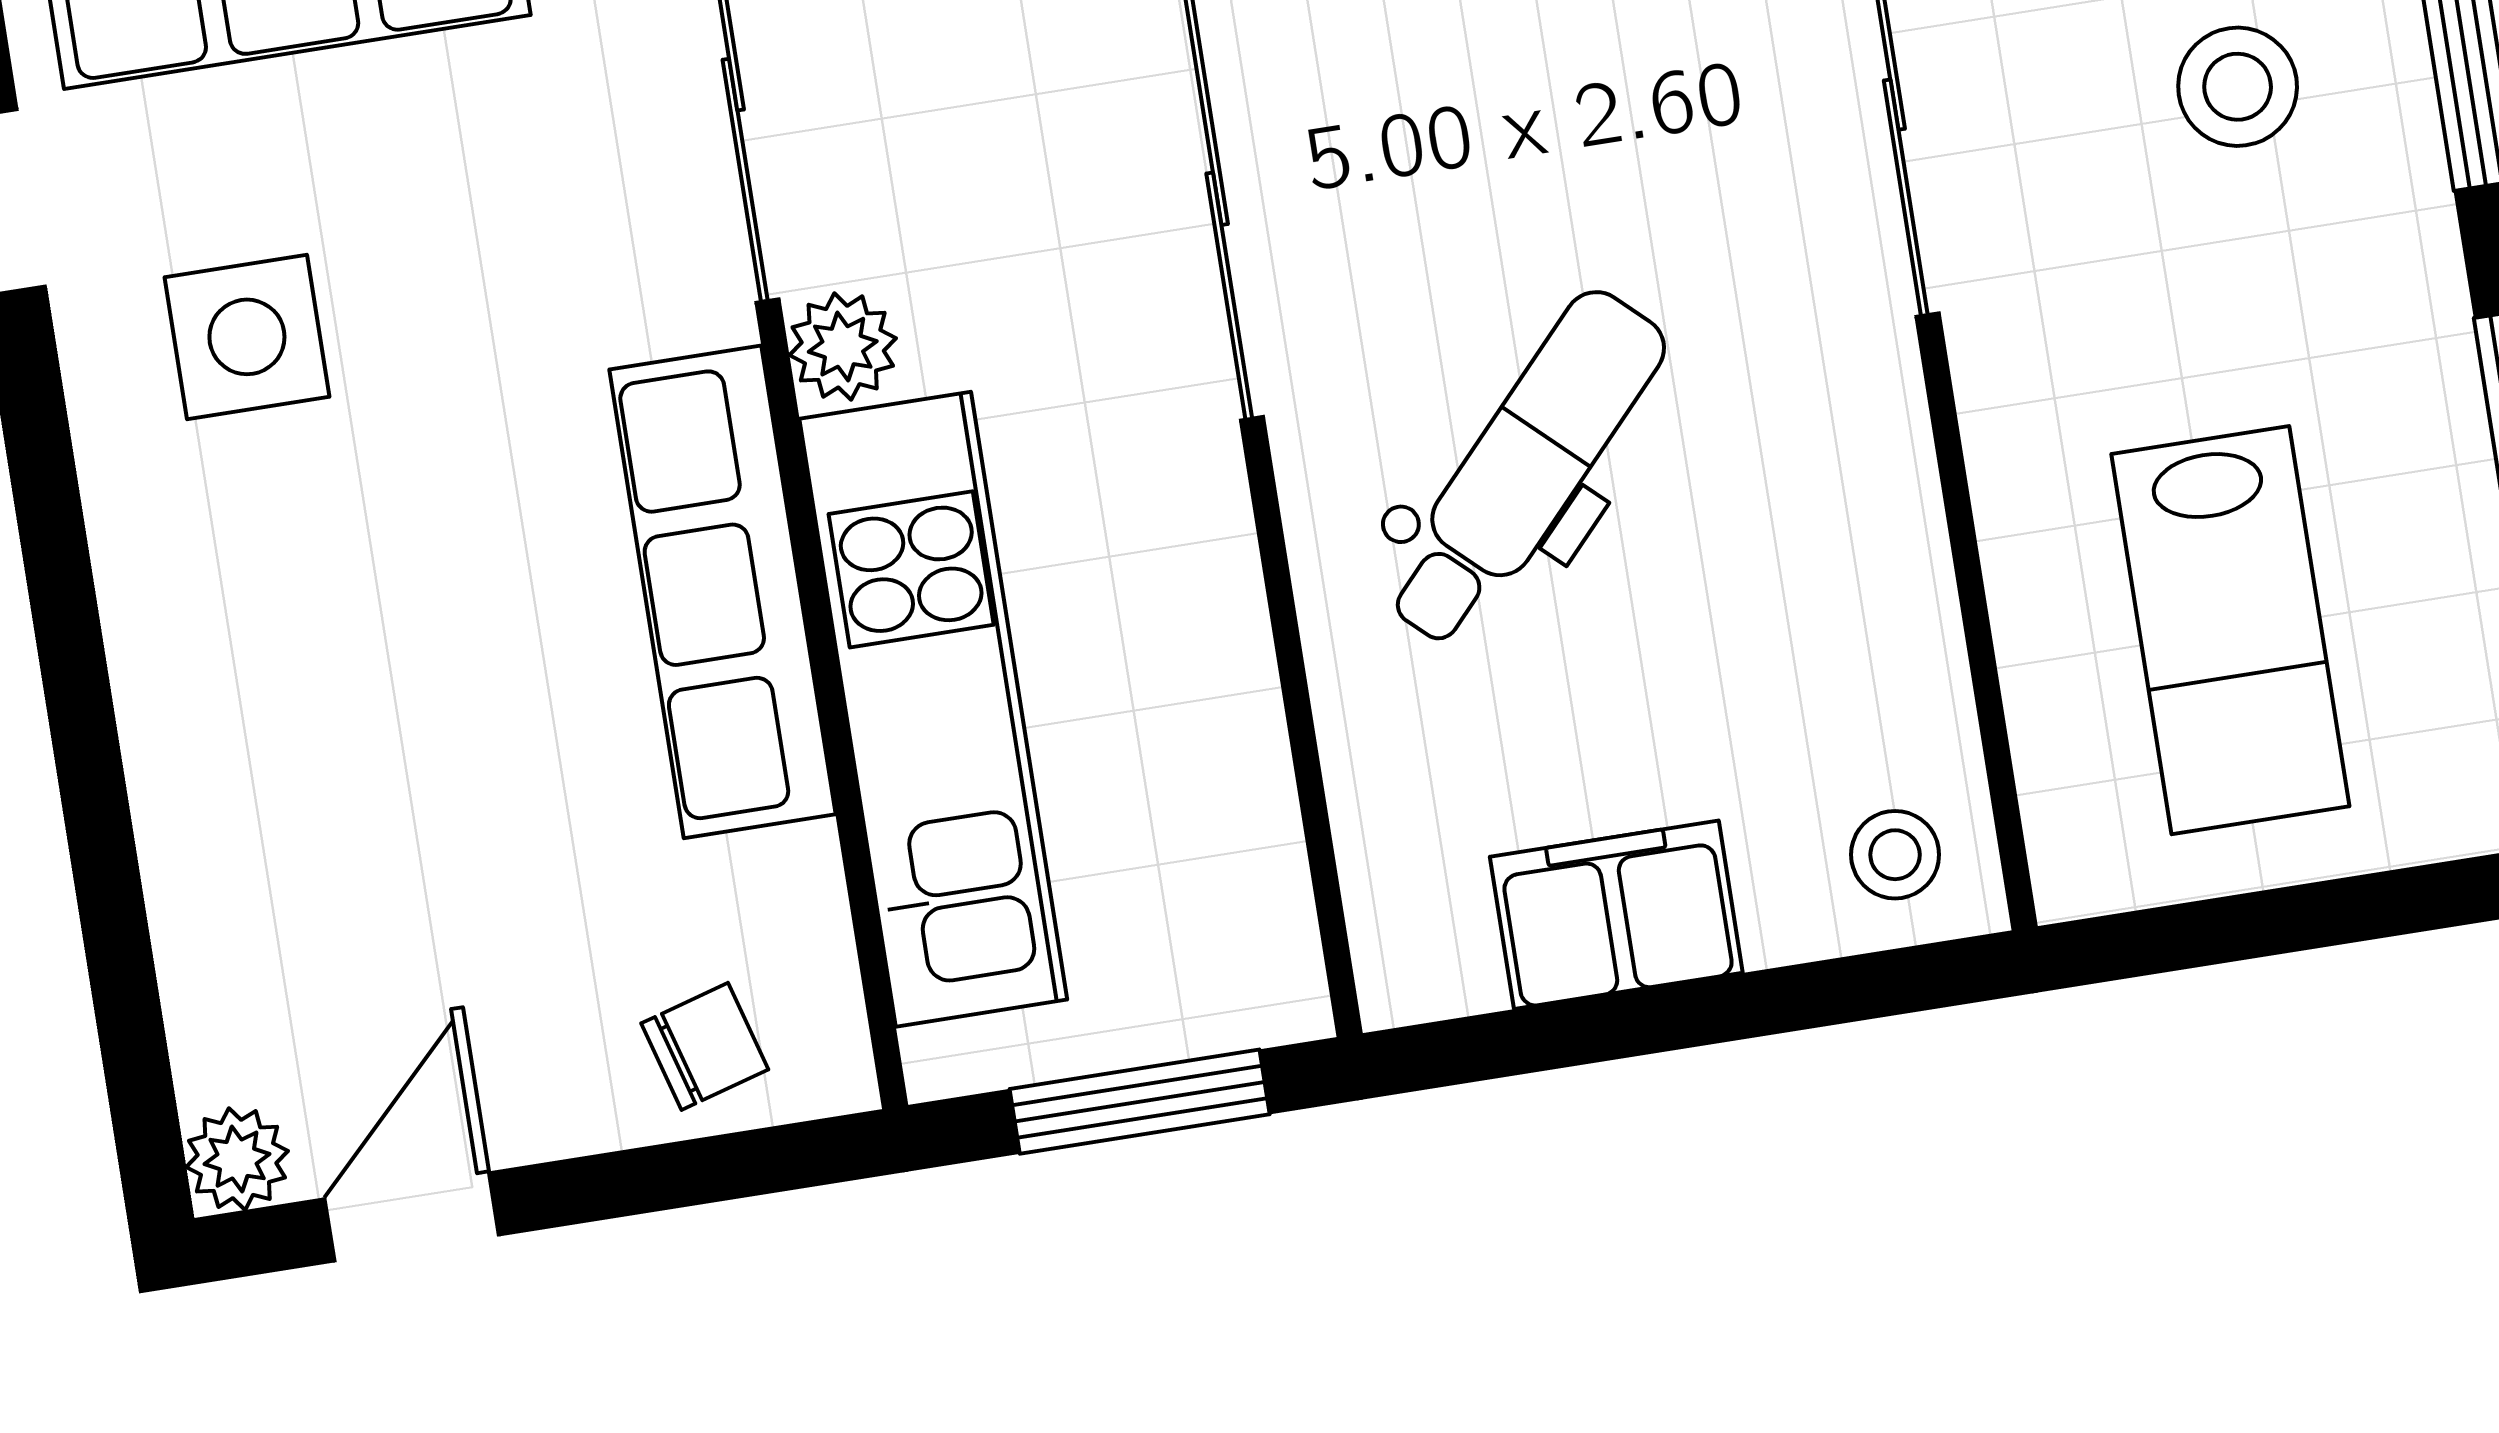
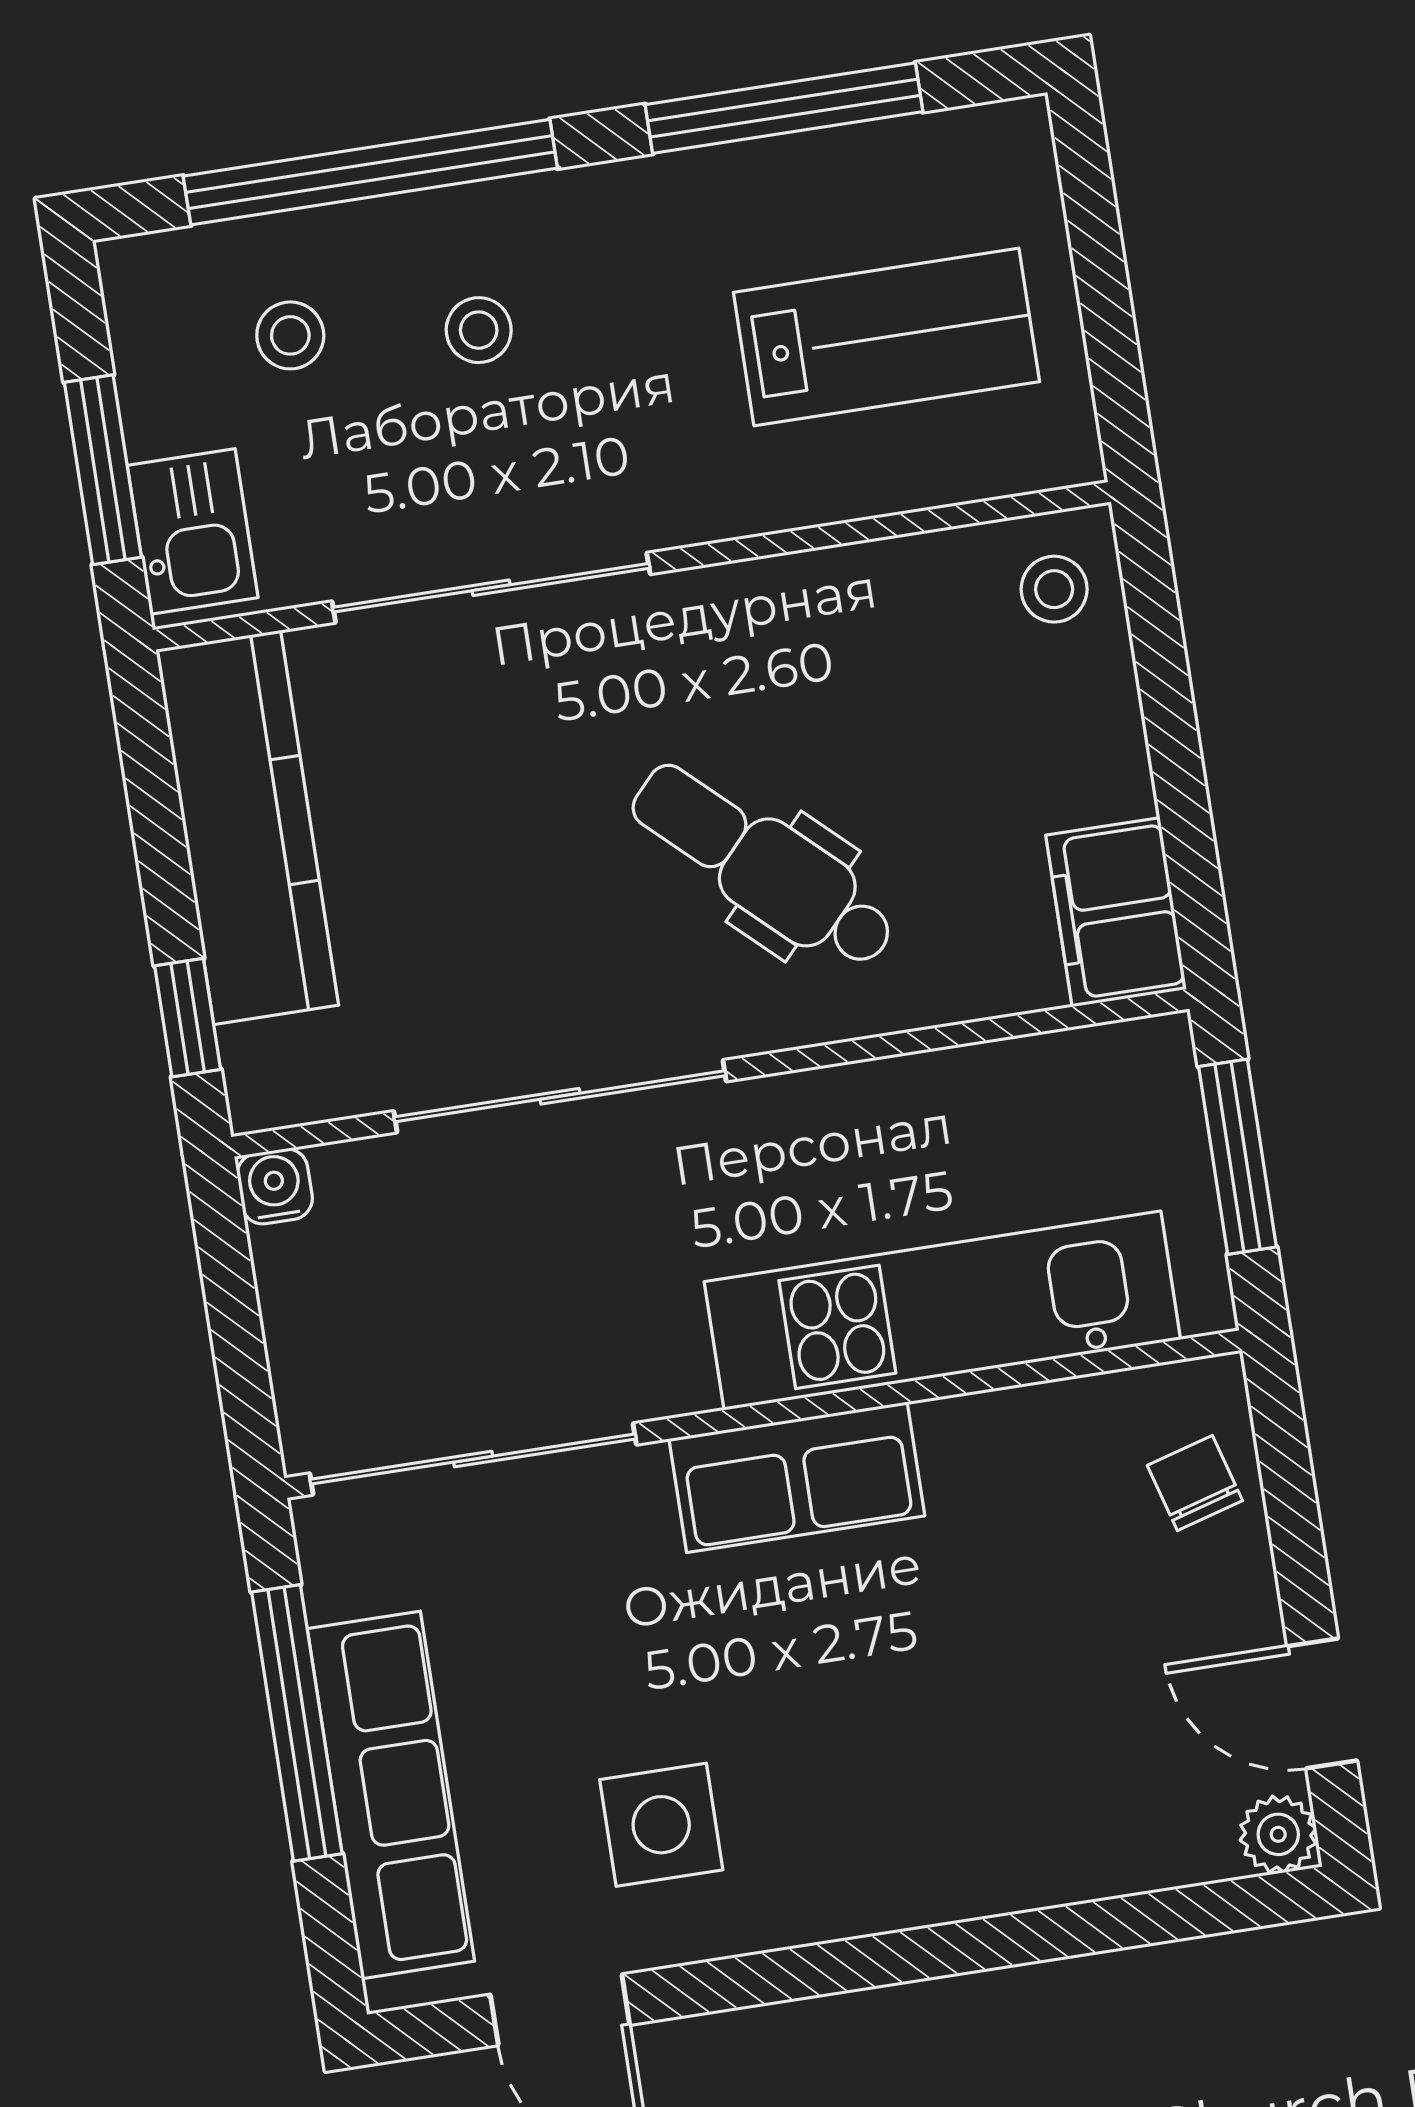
stool: (2238, 87) -> (479, 330), width x0.73, depth x0.73
plant: (843, 347) -> (670, 1378), removed
row of seats: (723, 592) -> (797, 1477), width x0.68
filing cabinet: (1616, 915) -> (1116, 912), moved

